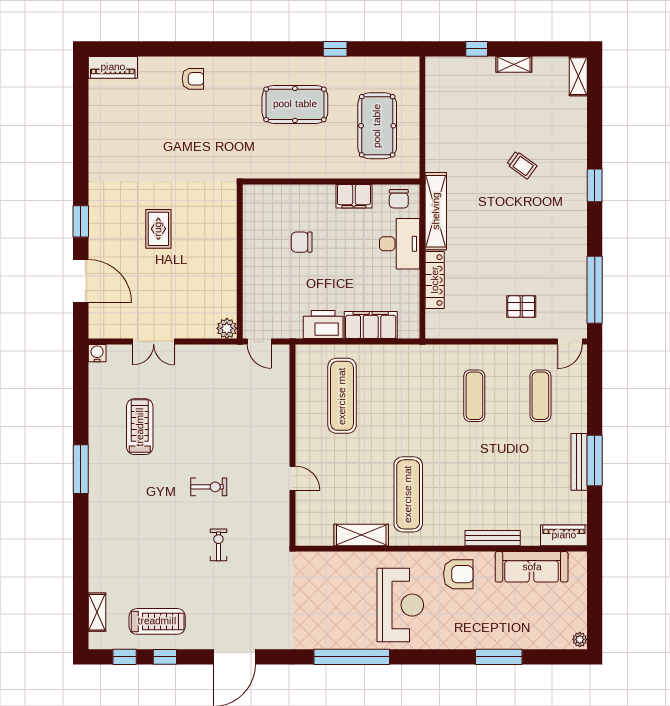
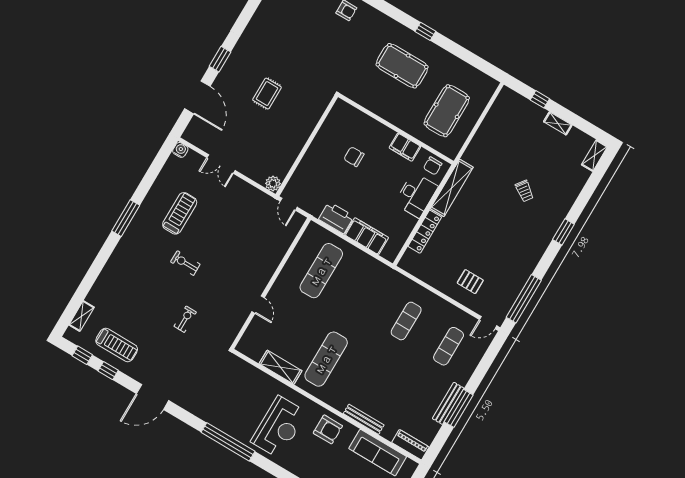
window: (335, 49) -> (425, 31), moved
exercise bike: (209, 487) -> (185, 263), moved, turned 180

